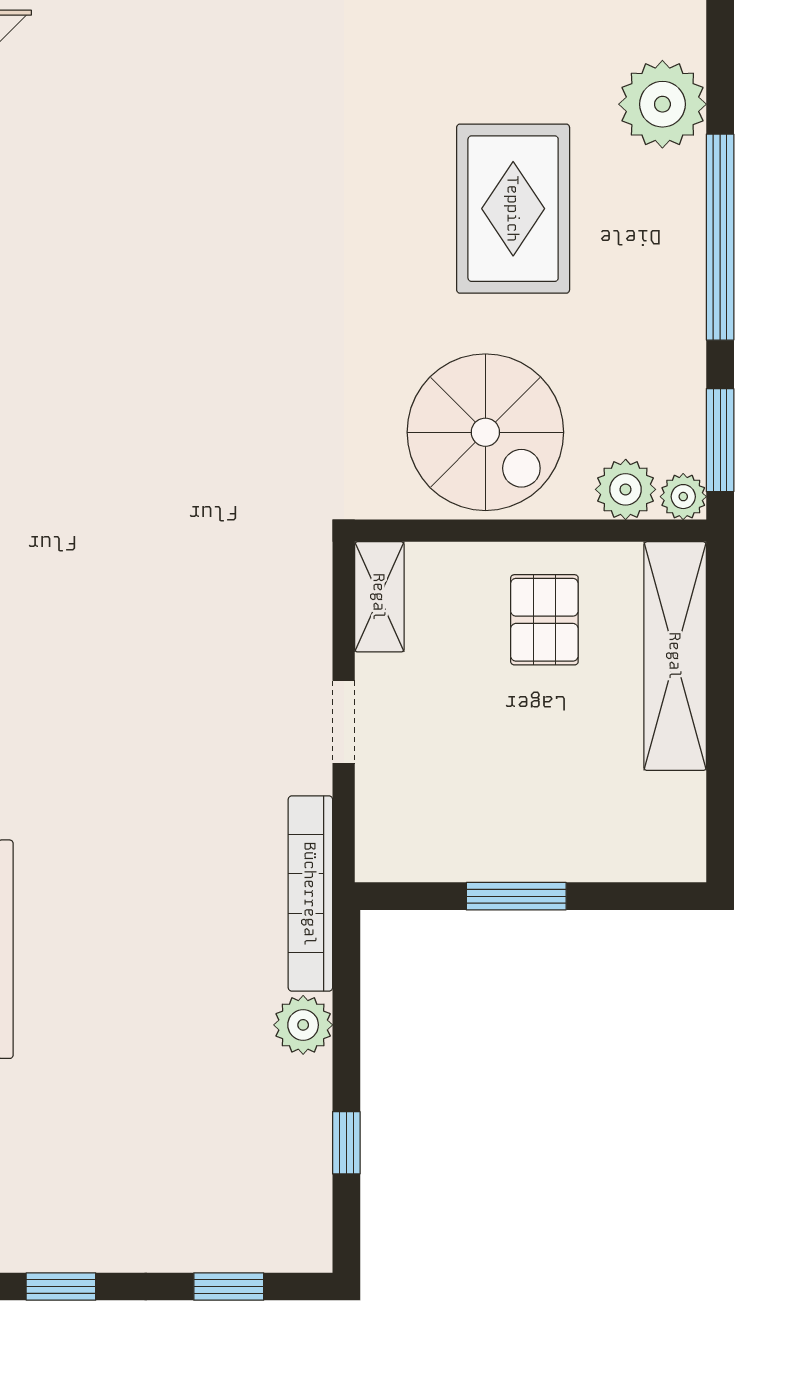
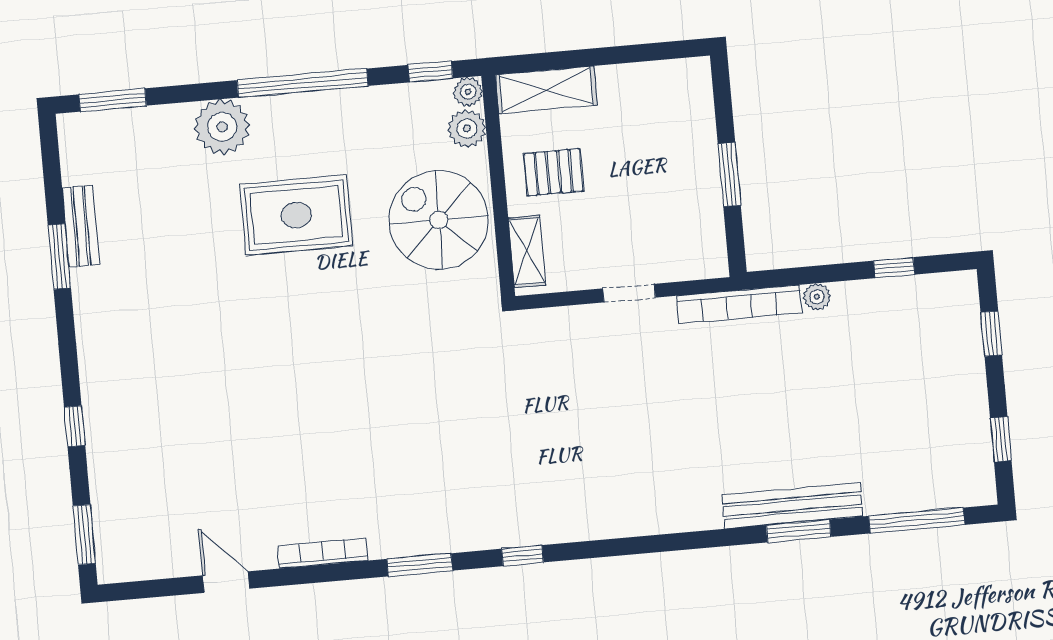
spiral stairs: (485, 432) -> (439, 220), turned -90
window: (720, 440) -> (430, 72), width x0.67
shelving: (379, 597) -> (527, 251), moved, turned 90
shelving: (675, 656) -> (546, 90), width x0.68
plant: (303, 1025) -> (817, 297), width x0.73, depth x0.73

